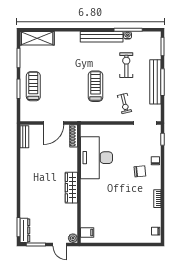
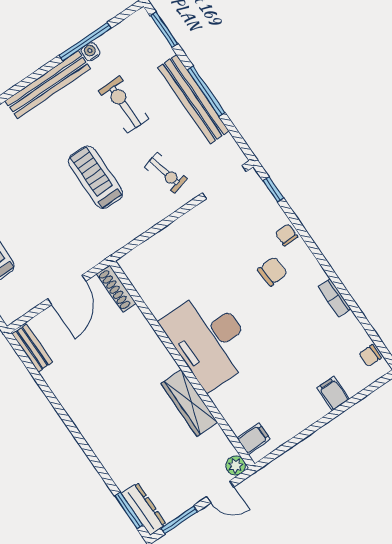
desk: (97, 158) -> (209, 339), moved
wardrobe: (71, 188) -> (189, 403), moved
filing cabinet: (131, 236) -> (333, 394), added

